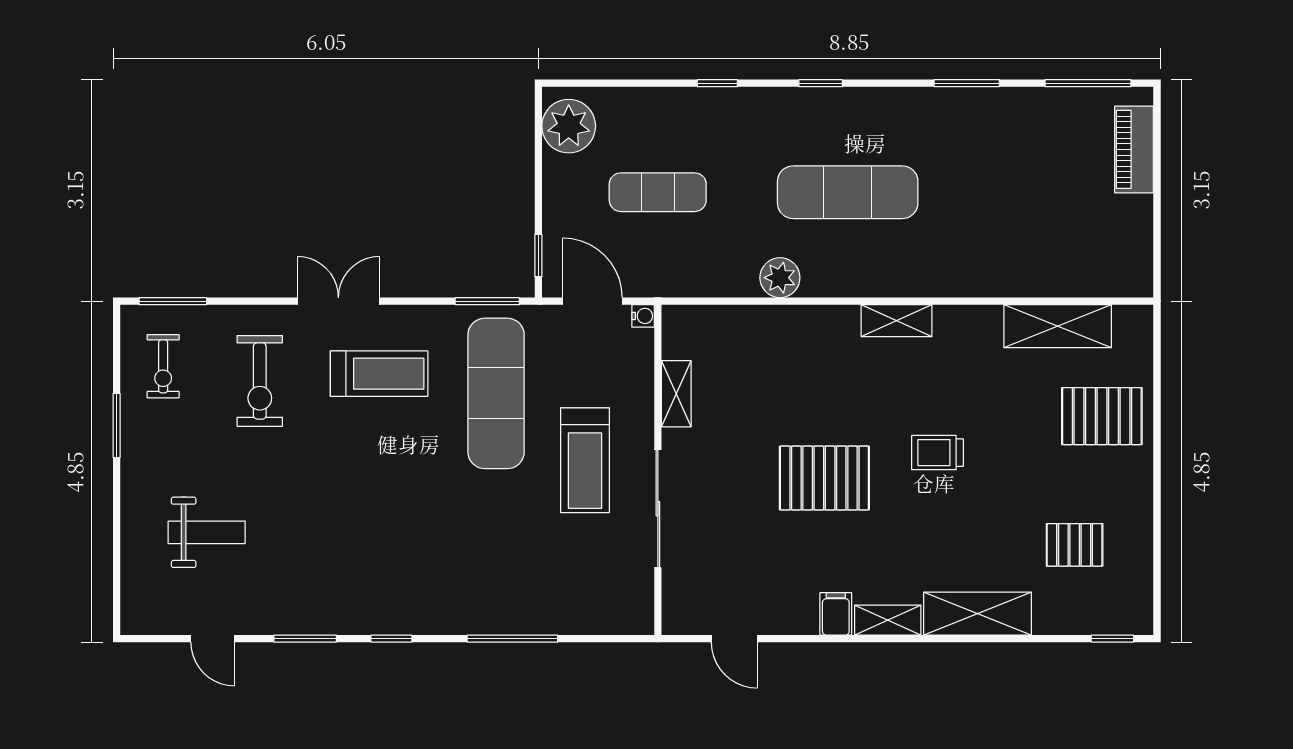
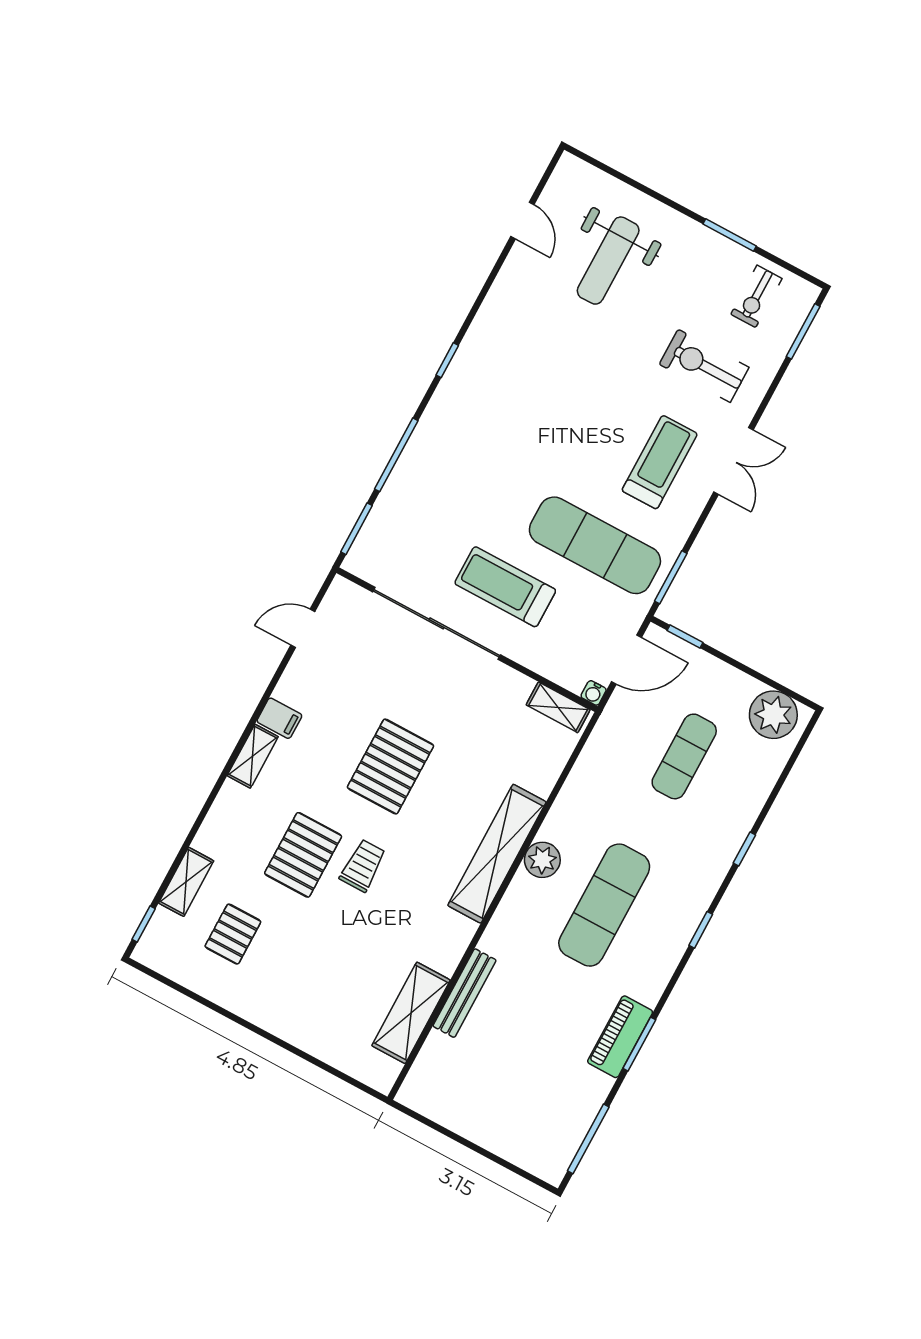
piano: (1134, 149) -> (620, 1037), moved, turned -90
plant: (780, 278) -> (542, 860), moved
bench: (1010, 284) -> (465, 993), added
shelving: (897, 321) -> (497, 854), width x2.20, depth x1.33
exercise bike: (163, 366) -> (756, 296), turned -90
treadmill: (379, 374) -> (660, 462), turned 180
shelving: (676, 394) -> (558, 707), moved
pallet: (1102, 416) -> (303, 855), moved
sliding door: (658, 509) -> (437, 623), width x1.36
weight bench: (207, 532) -> (608, 261), width x1.36, depth x1.33
shelving: (977, 614) -> (186, 882), moved, width x0.67, depth x0.75
door: (213, 639) -> (522, 221), swing flipped
window: (305, 639) -> (357, 529), moved

